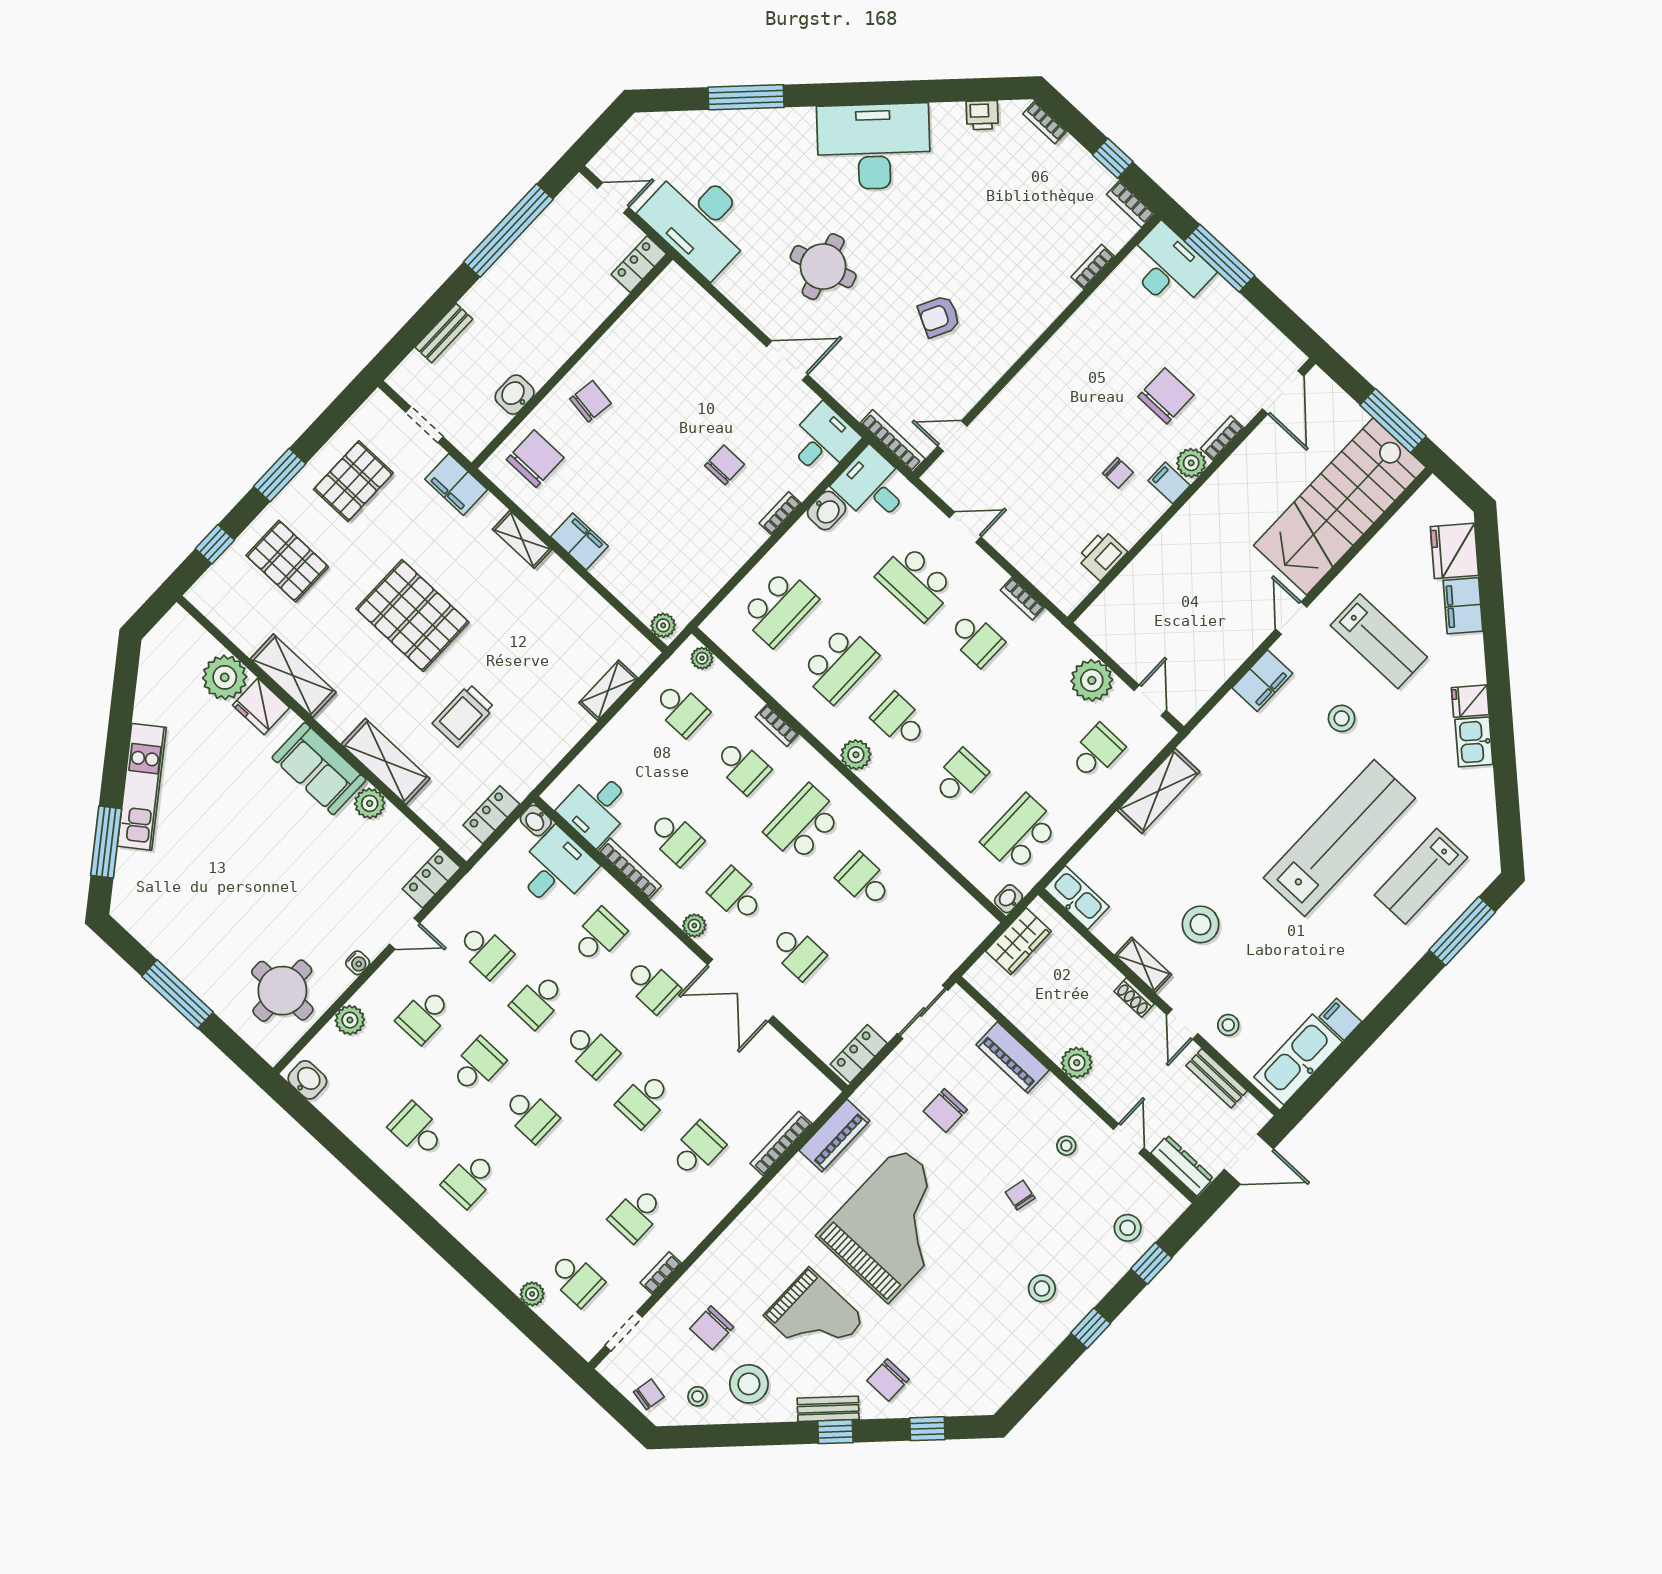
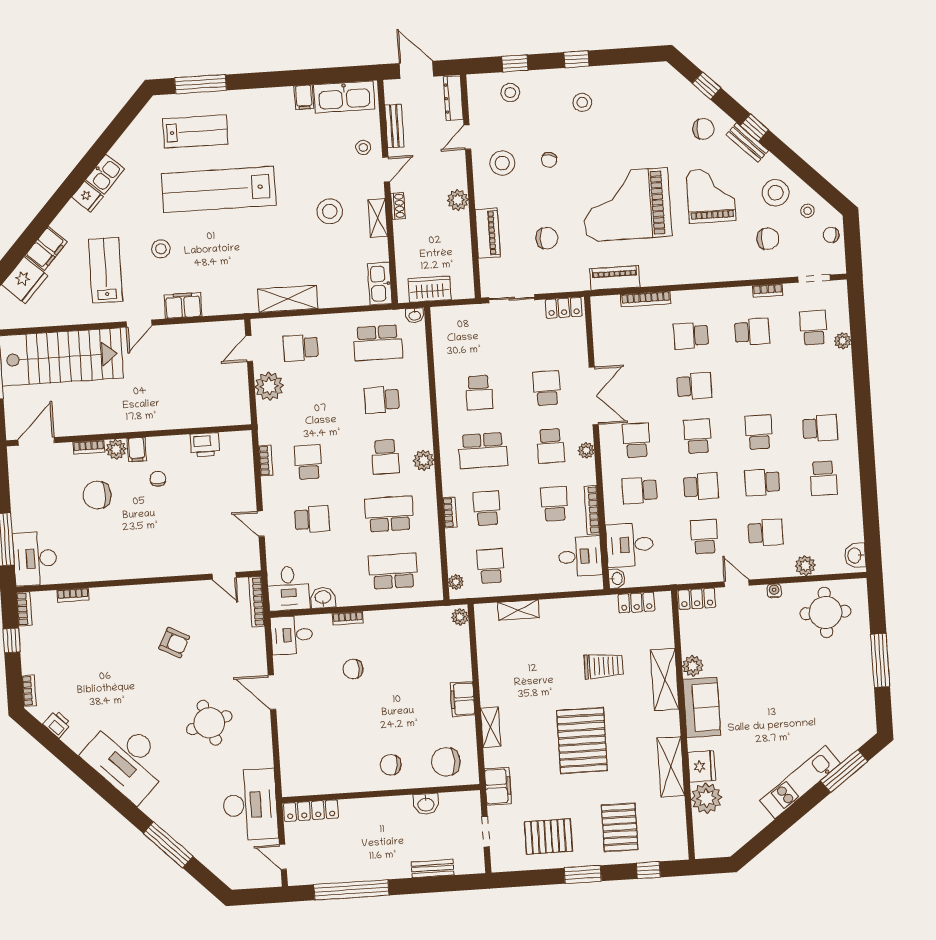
locker: (639, 264) -> (311, 811), width x1.53
school desk: (916, 583) -> (312, 519), width x0.54
stool: (1066, 1146) -> (502, 163), width x1.89, depth x1.89

